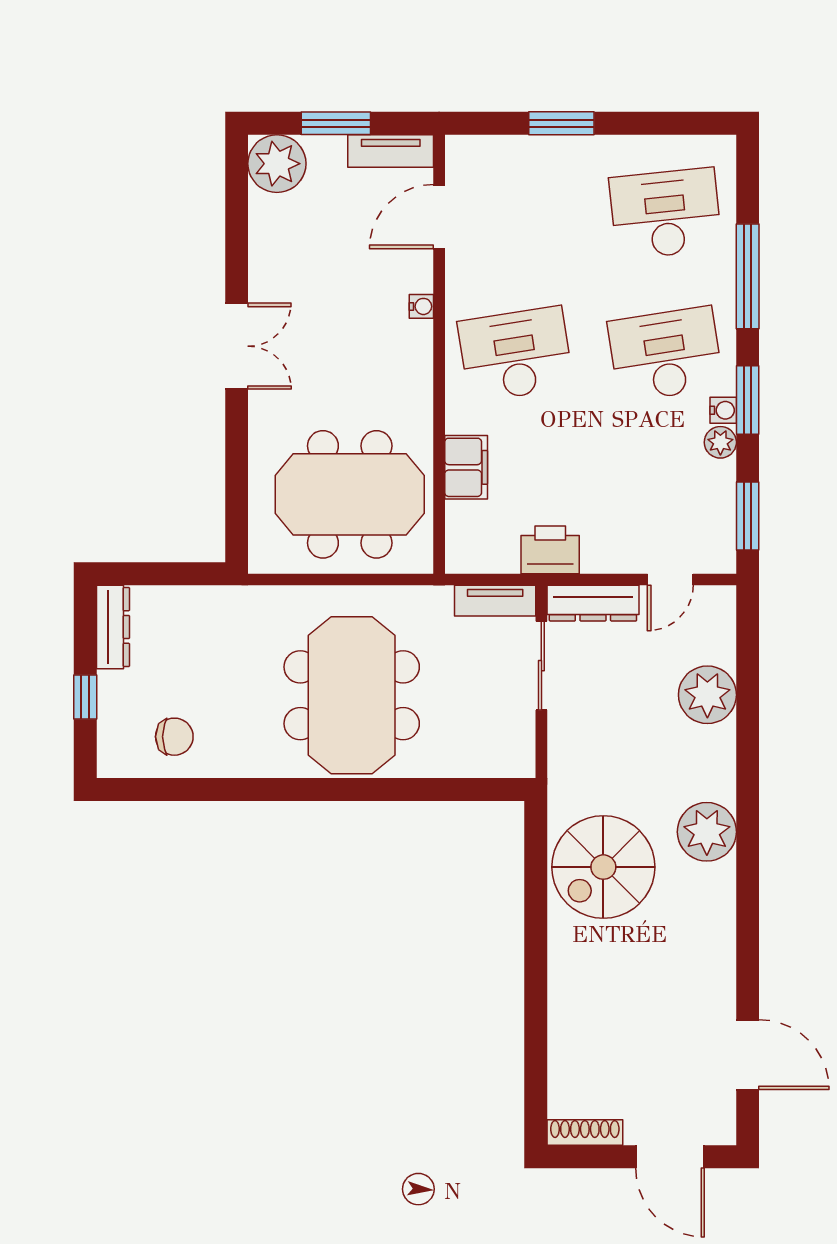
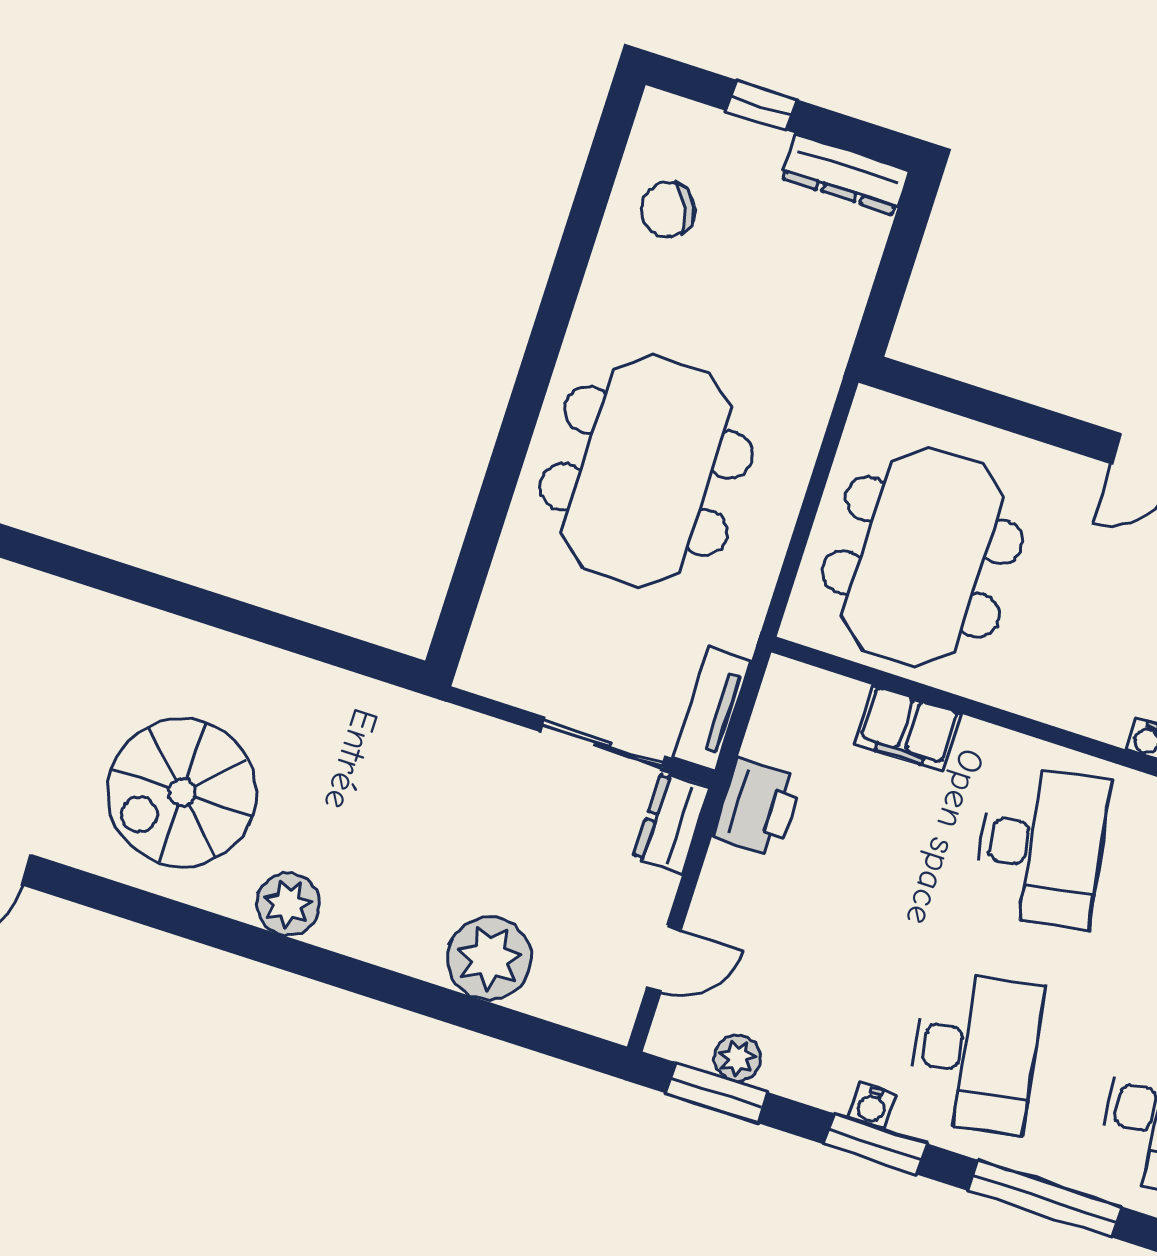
plant: (720, 442) -> (737, 1058), moved
door: (670, 579) -> (664, 959), swing flipped
dresser: (593, 603) -> (672, 823), width x0.70
meeting table: (352, 695) -> (646, 471), turned 90
chair: (174, 737) -> (668, 210), turned 65
plant: (707, 832) -> (288, 904), width x0.73, depth x0.73
spiral stairs: (603, 867) -> (182, 792), moved, turned -90

